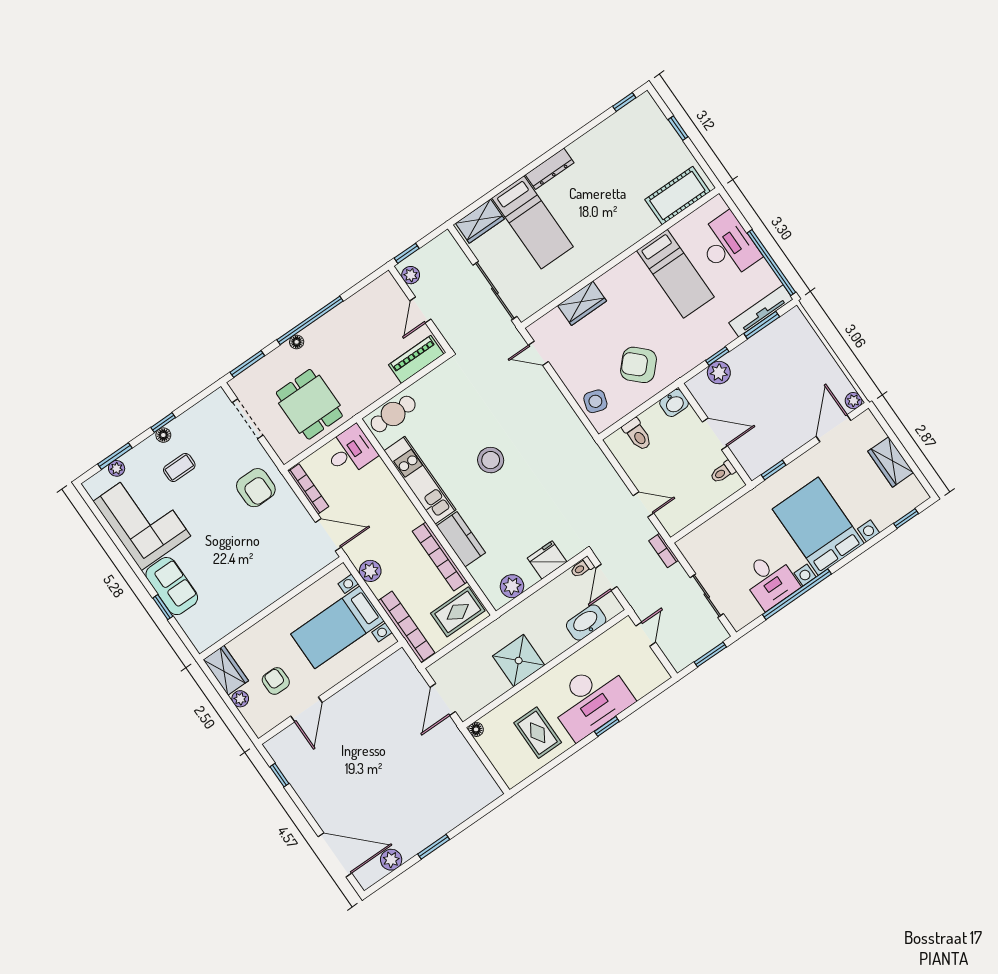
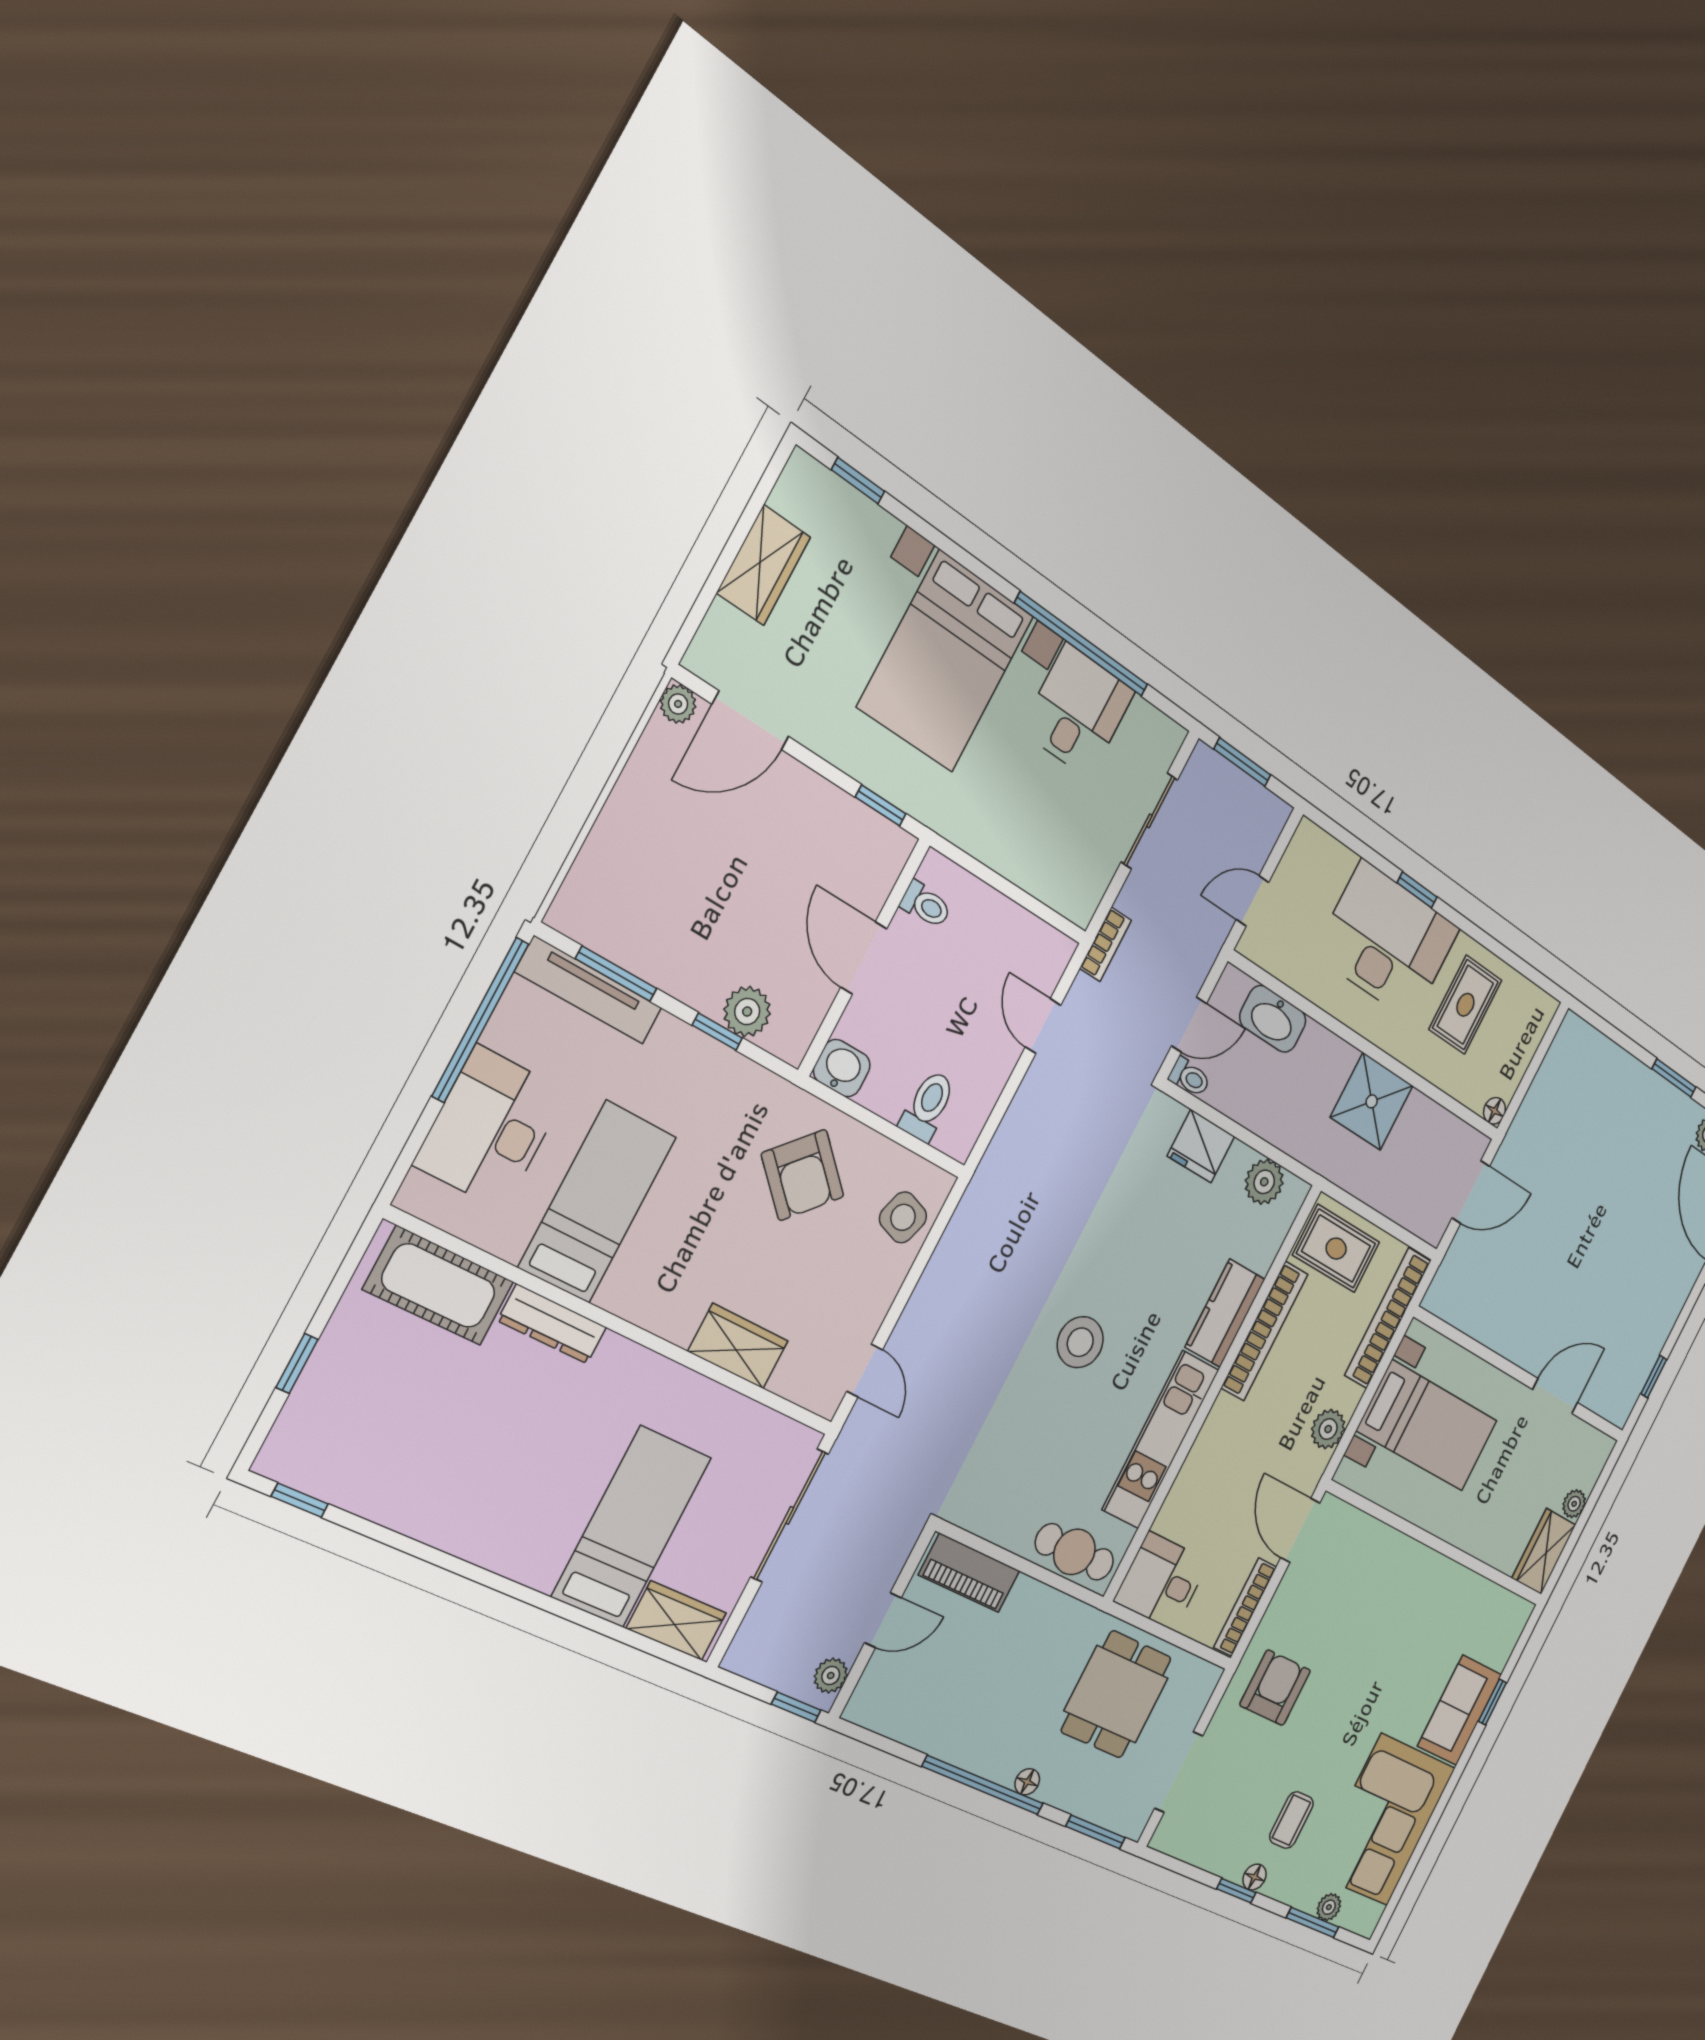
dresser: (550, 169) -> (552, 1324), moved, turned 180
coffee table: (179, 467) -> (1291, 1820), turned 90
armchair: (276, 681) -> (1533, 1468), removed

